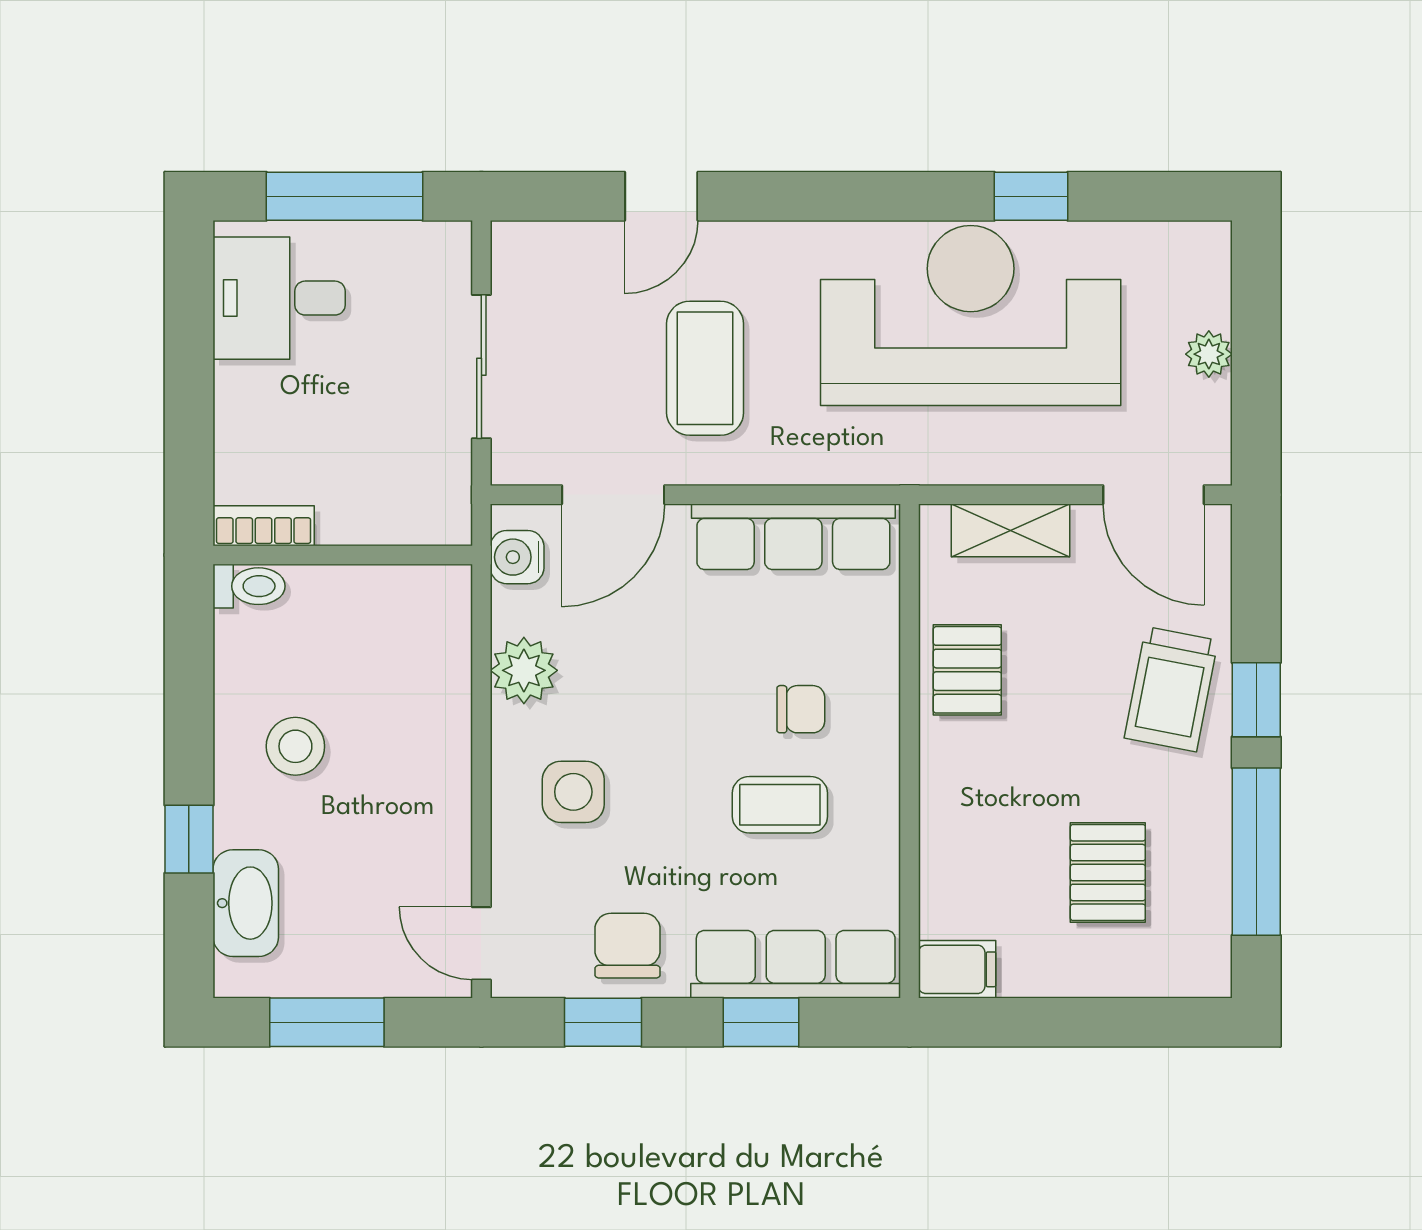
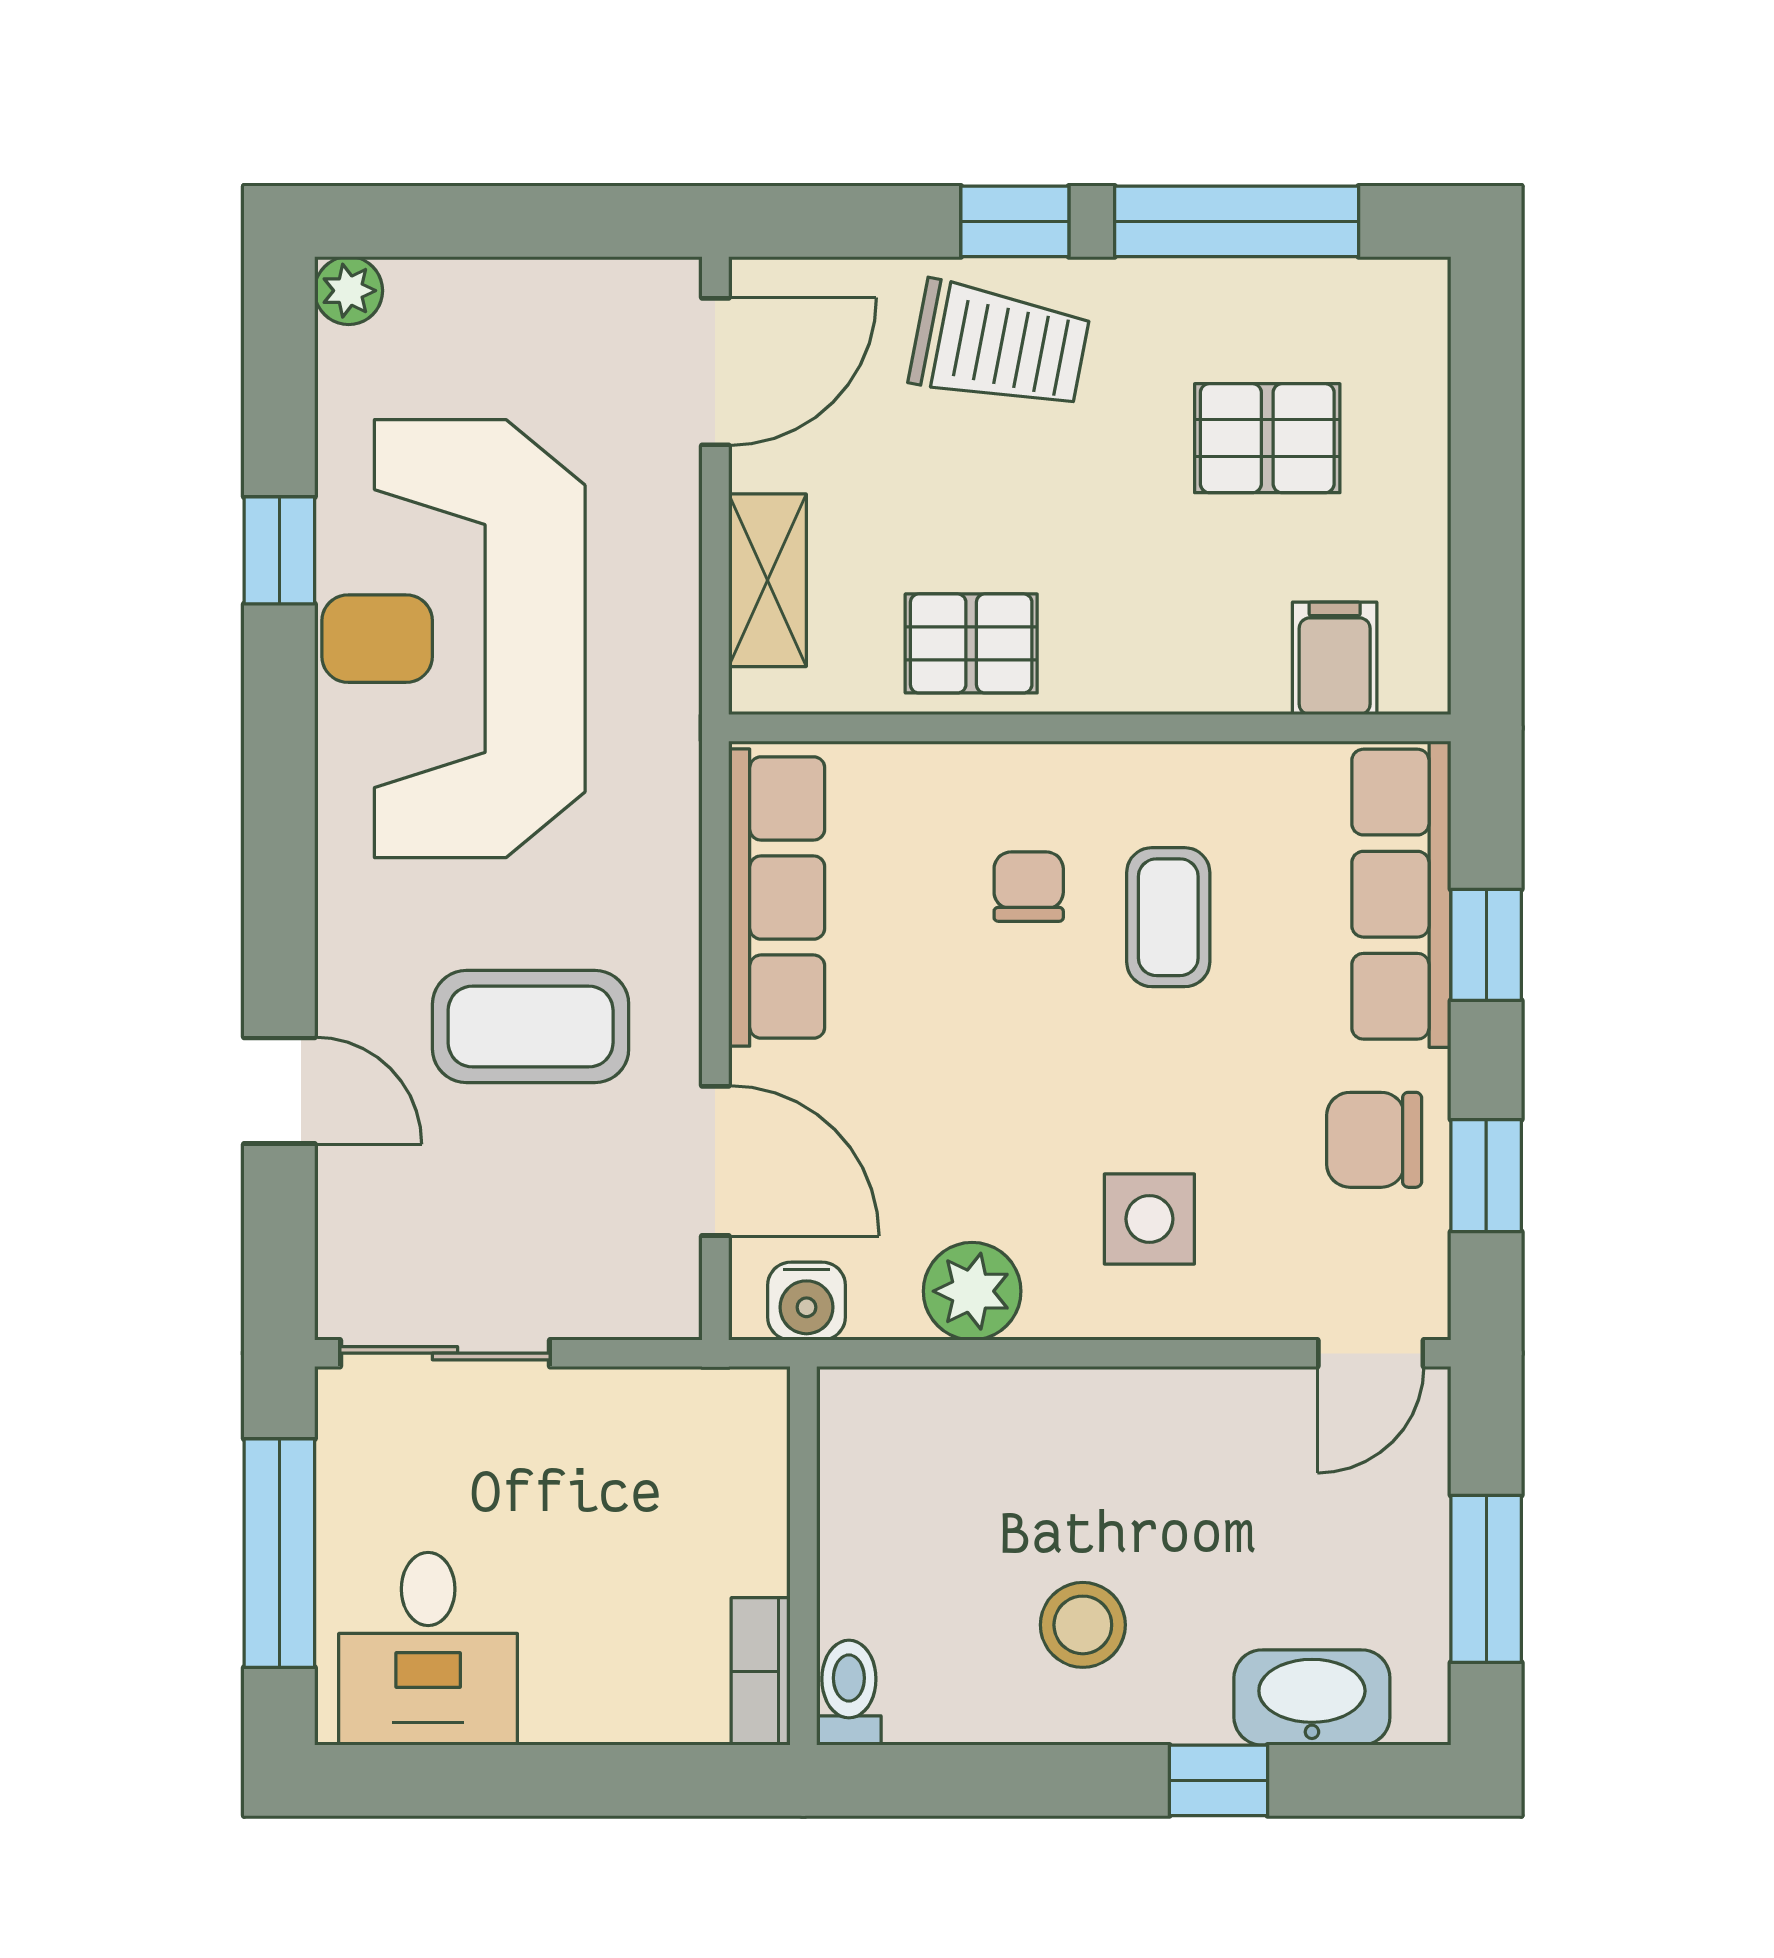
plant: (1209, 354) -> (349, 291), moved
sliding door: (481, 367) -> (445, 1353), moved
filing cabinet: (957, 969) -> (1335, 658), moved

